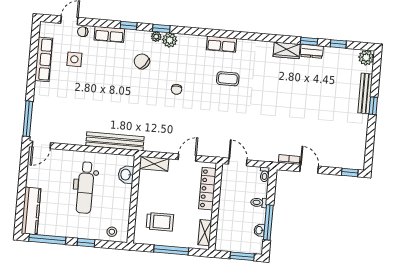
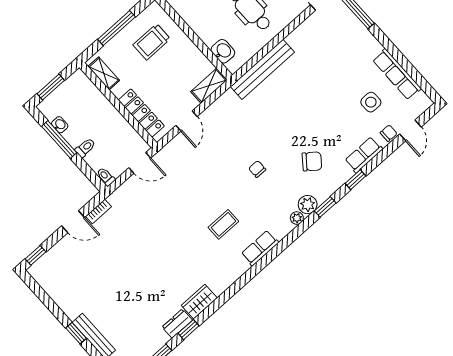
plant: (156, 37) -> (297, 218), moved

